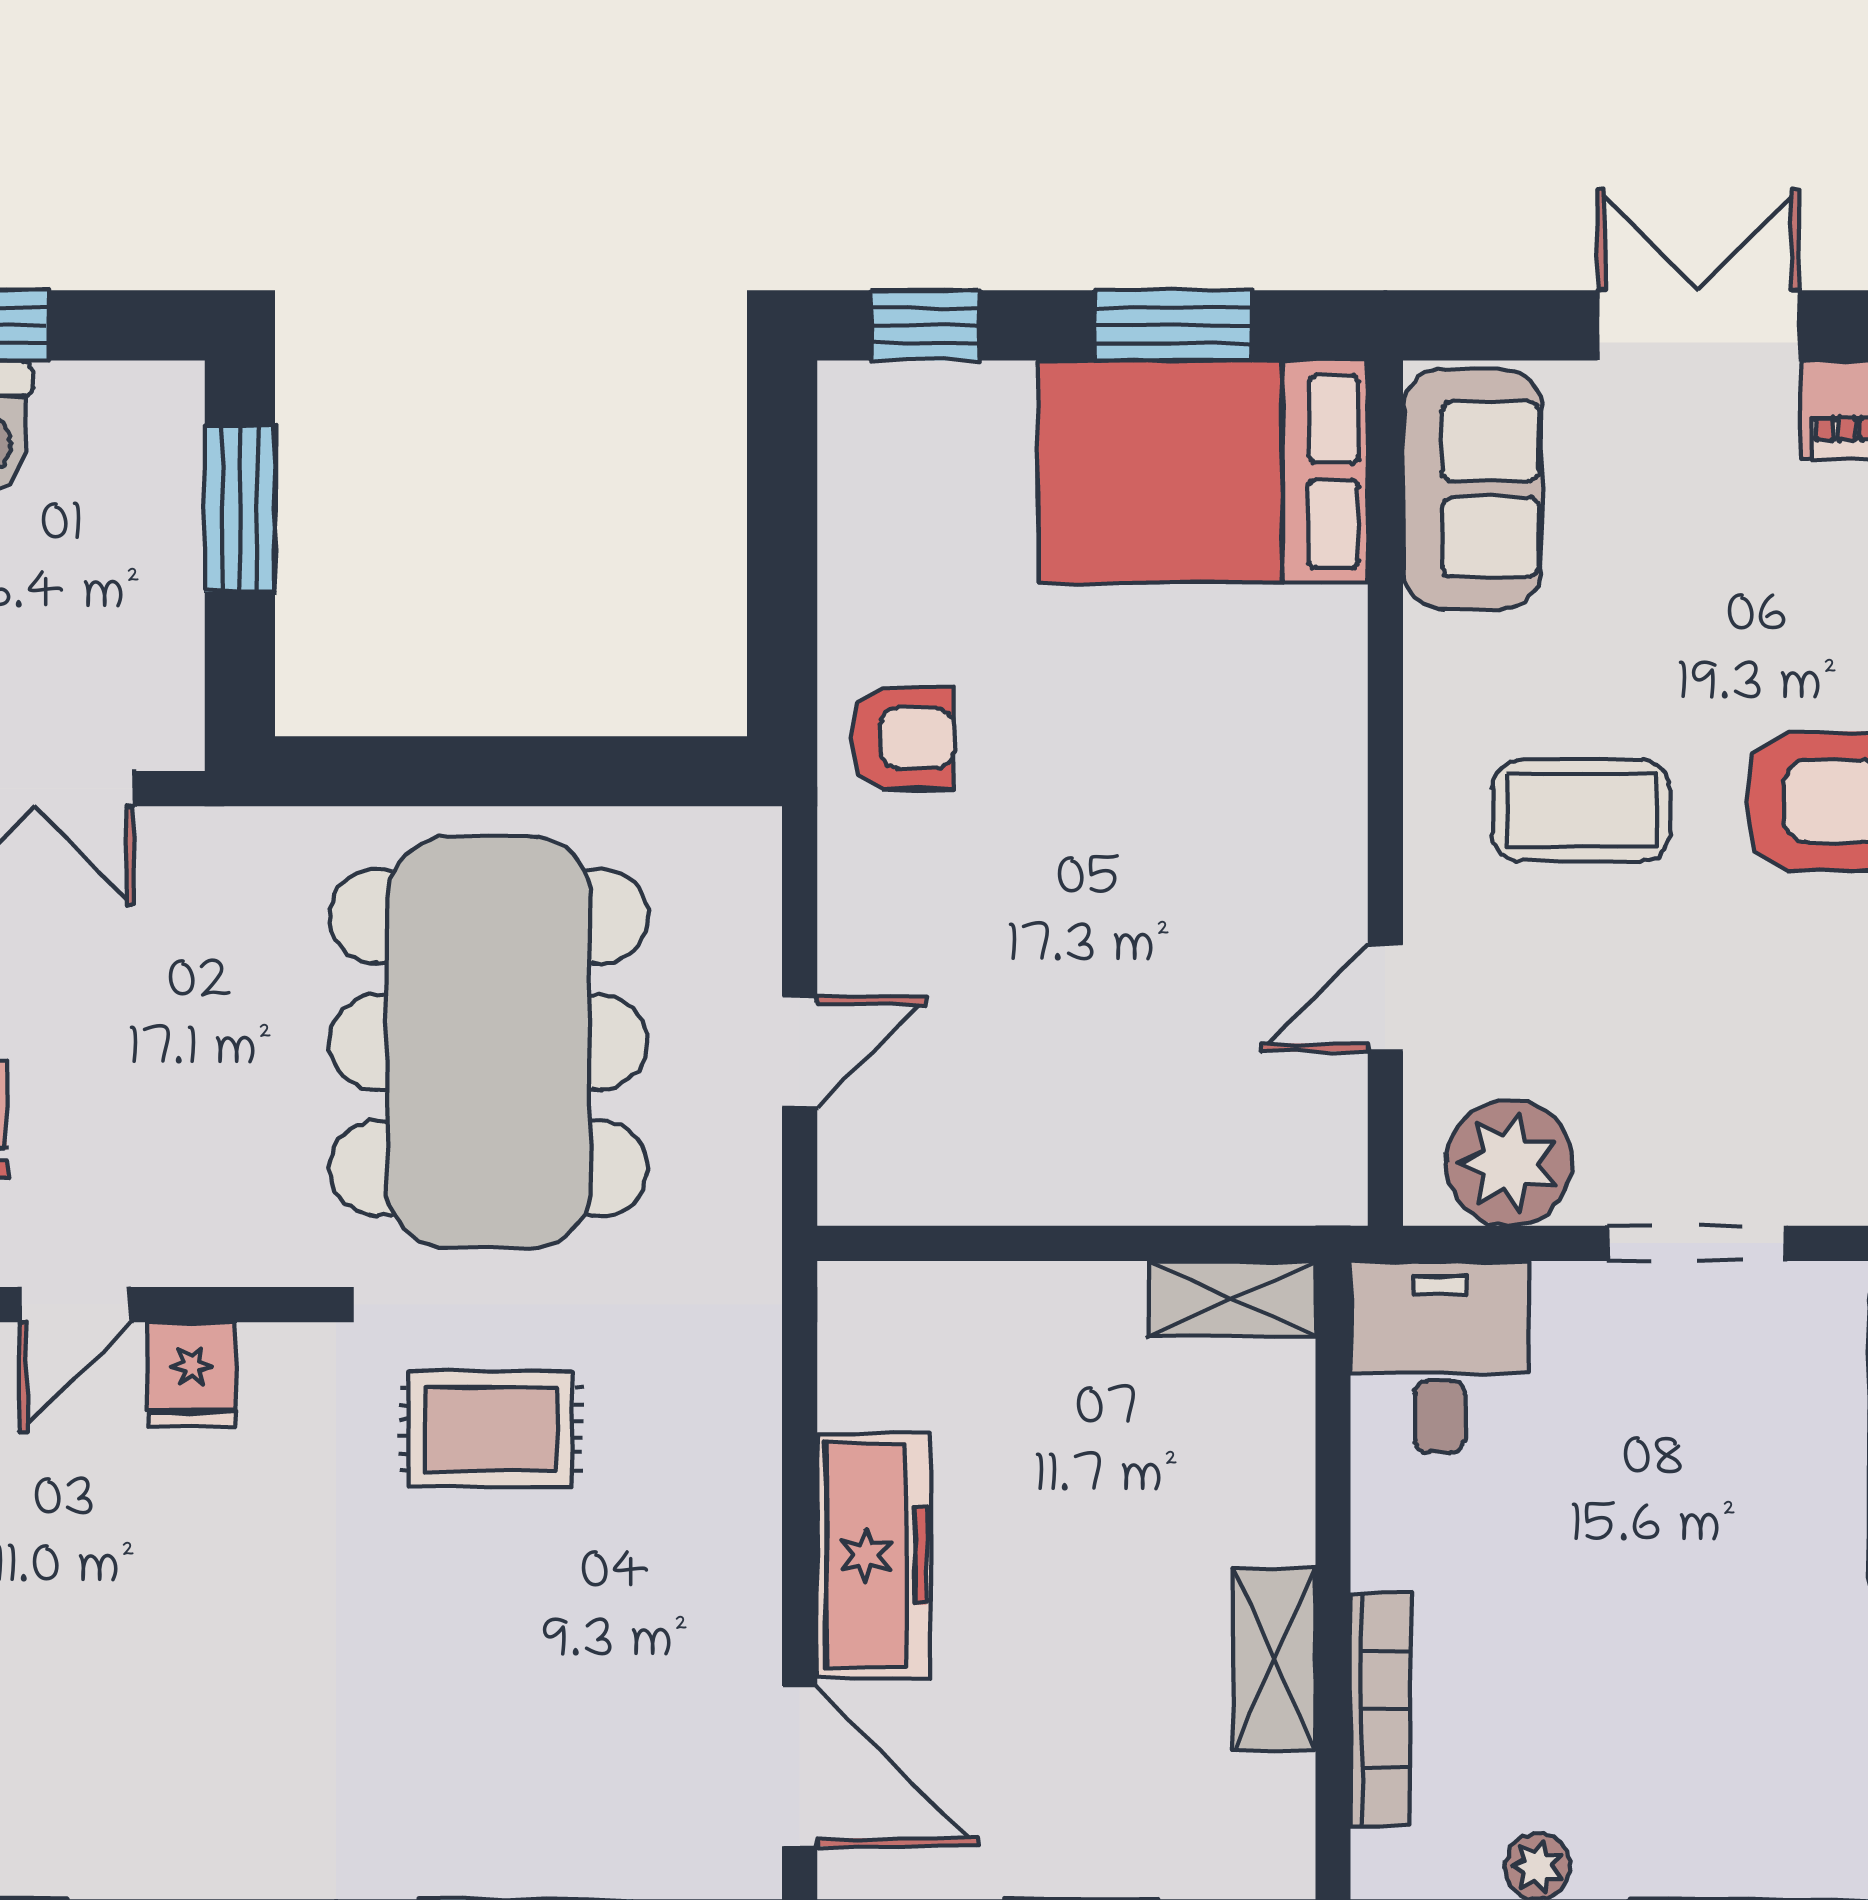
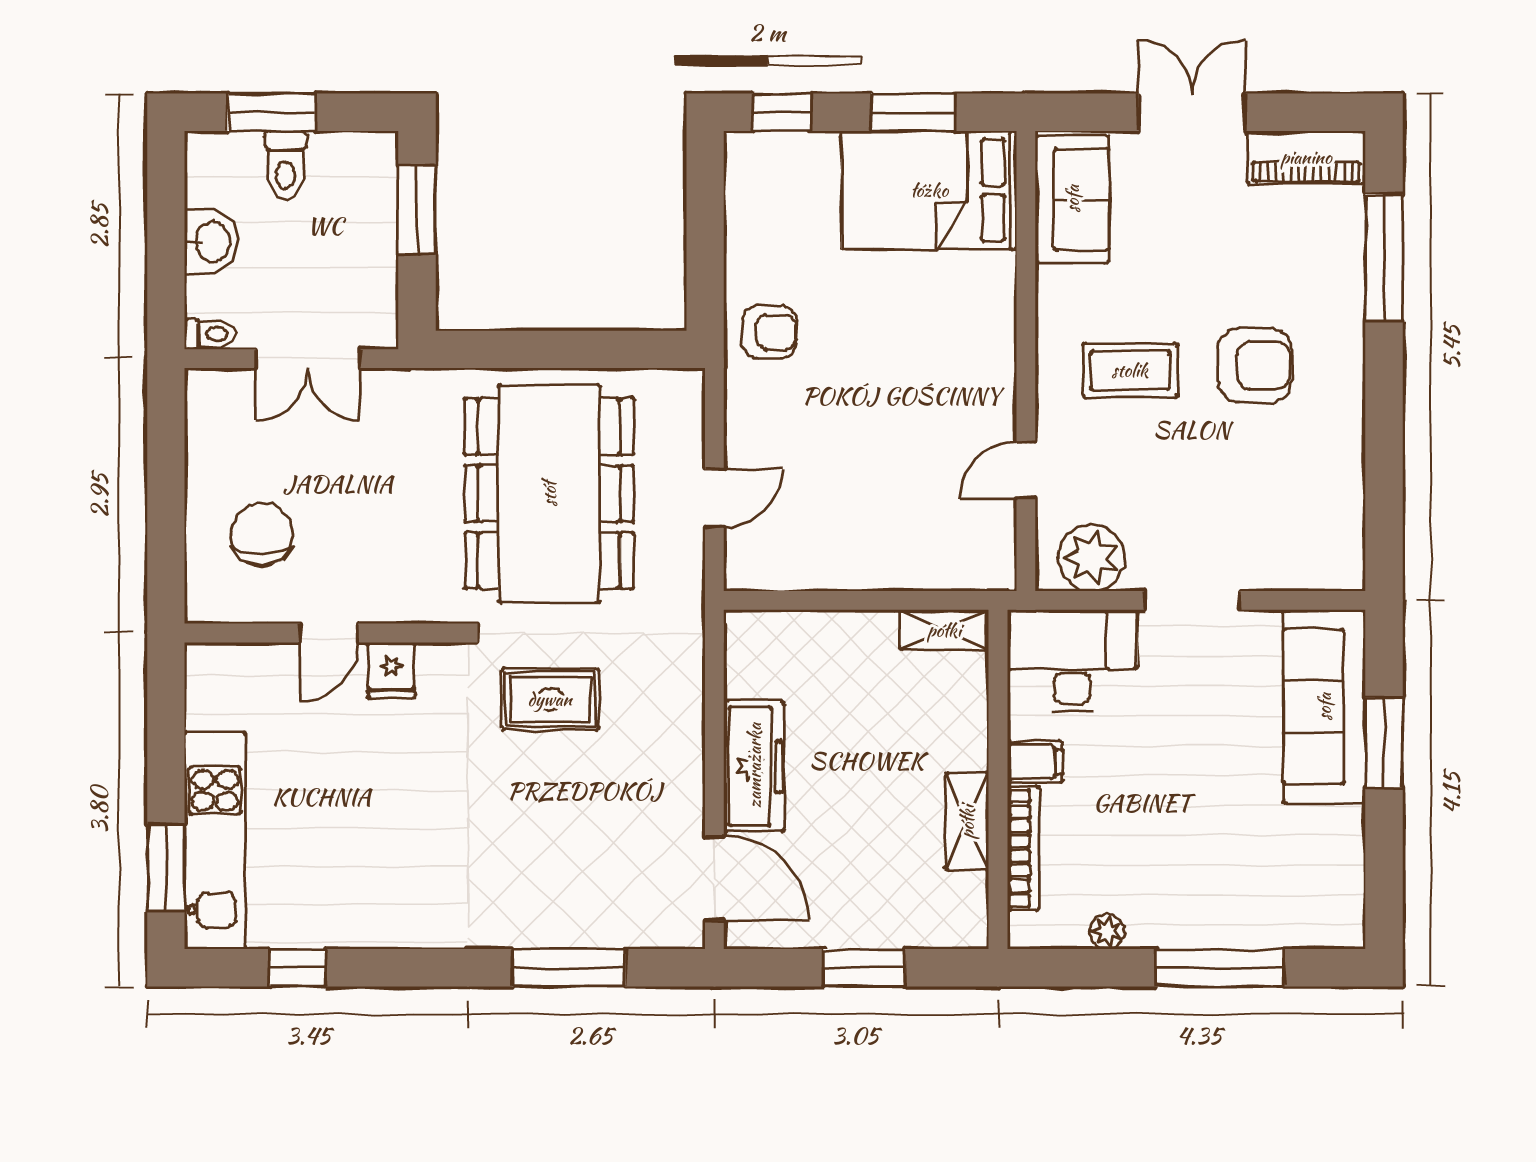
desk: (1440, 1357) -> (1072, 661), width x1.37
filing cabinet: (1403, 1547) -> (1035, 762), added

